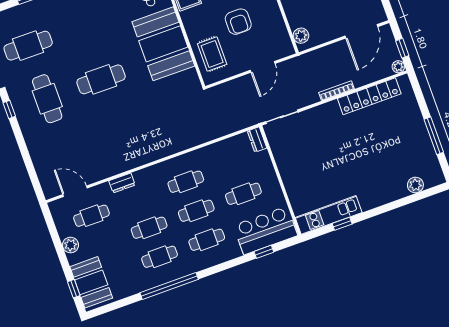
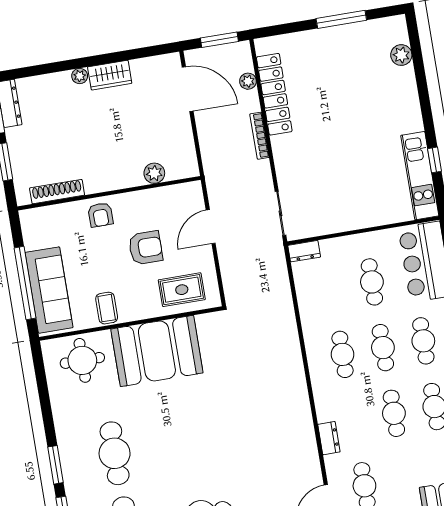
plant: (301, 36) -> (154, 173), moved
window: (402, 48) -> (219, 40), width x1.50
door: (263, 67) -> (211, 227), swing flipped
plant: (398, 67) -> (248, 81), moved
cafe table: (101, 79) -> (115, 453), moved

